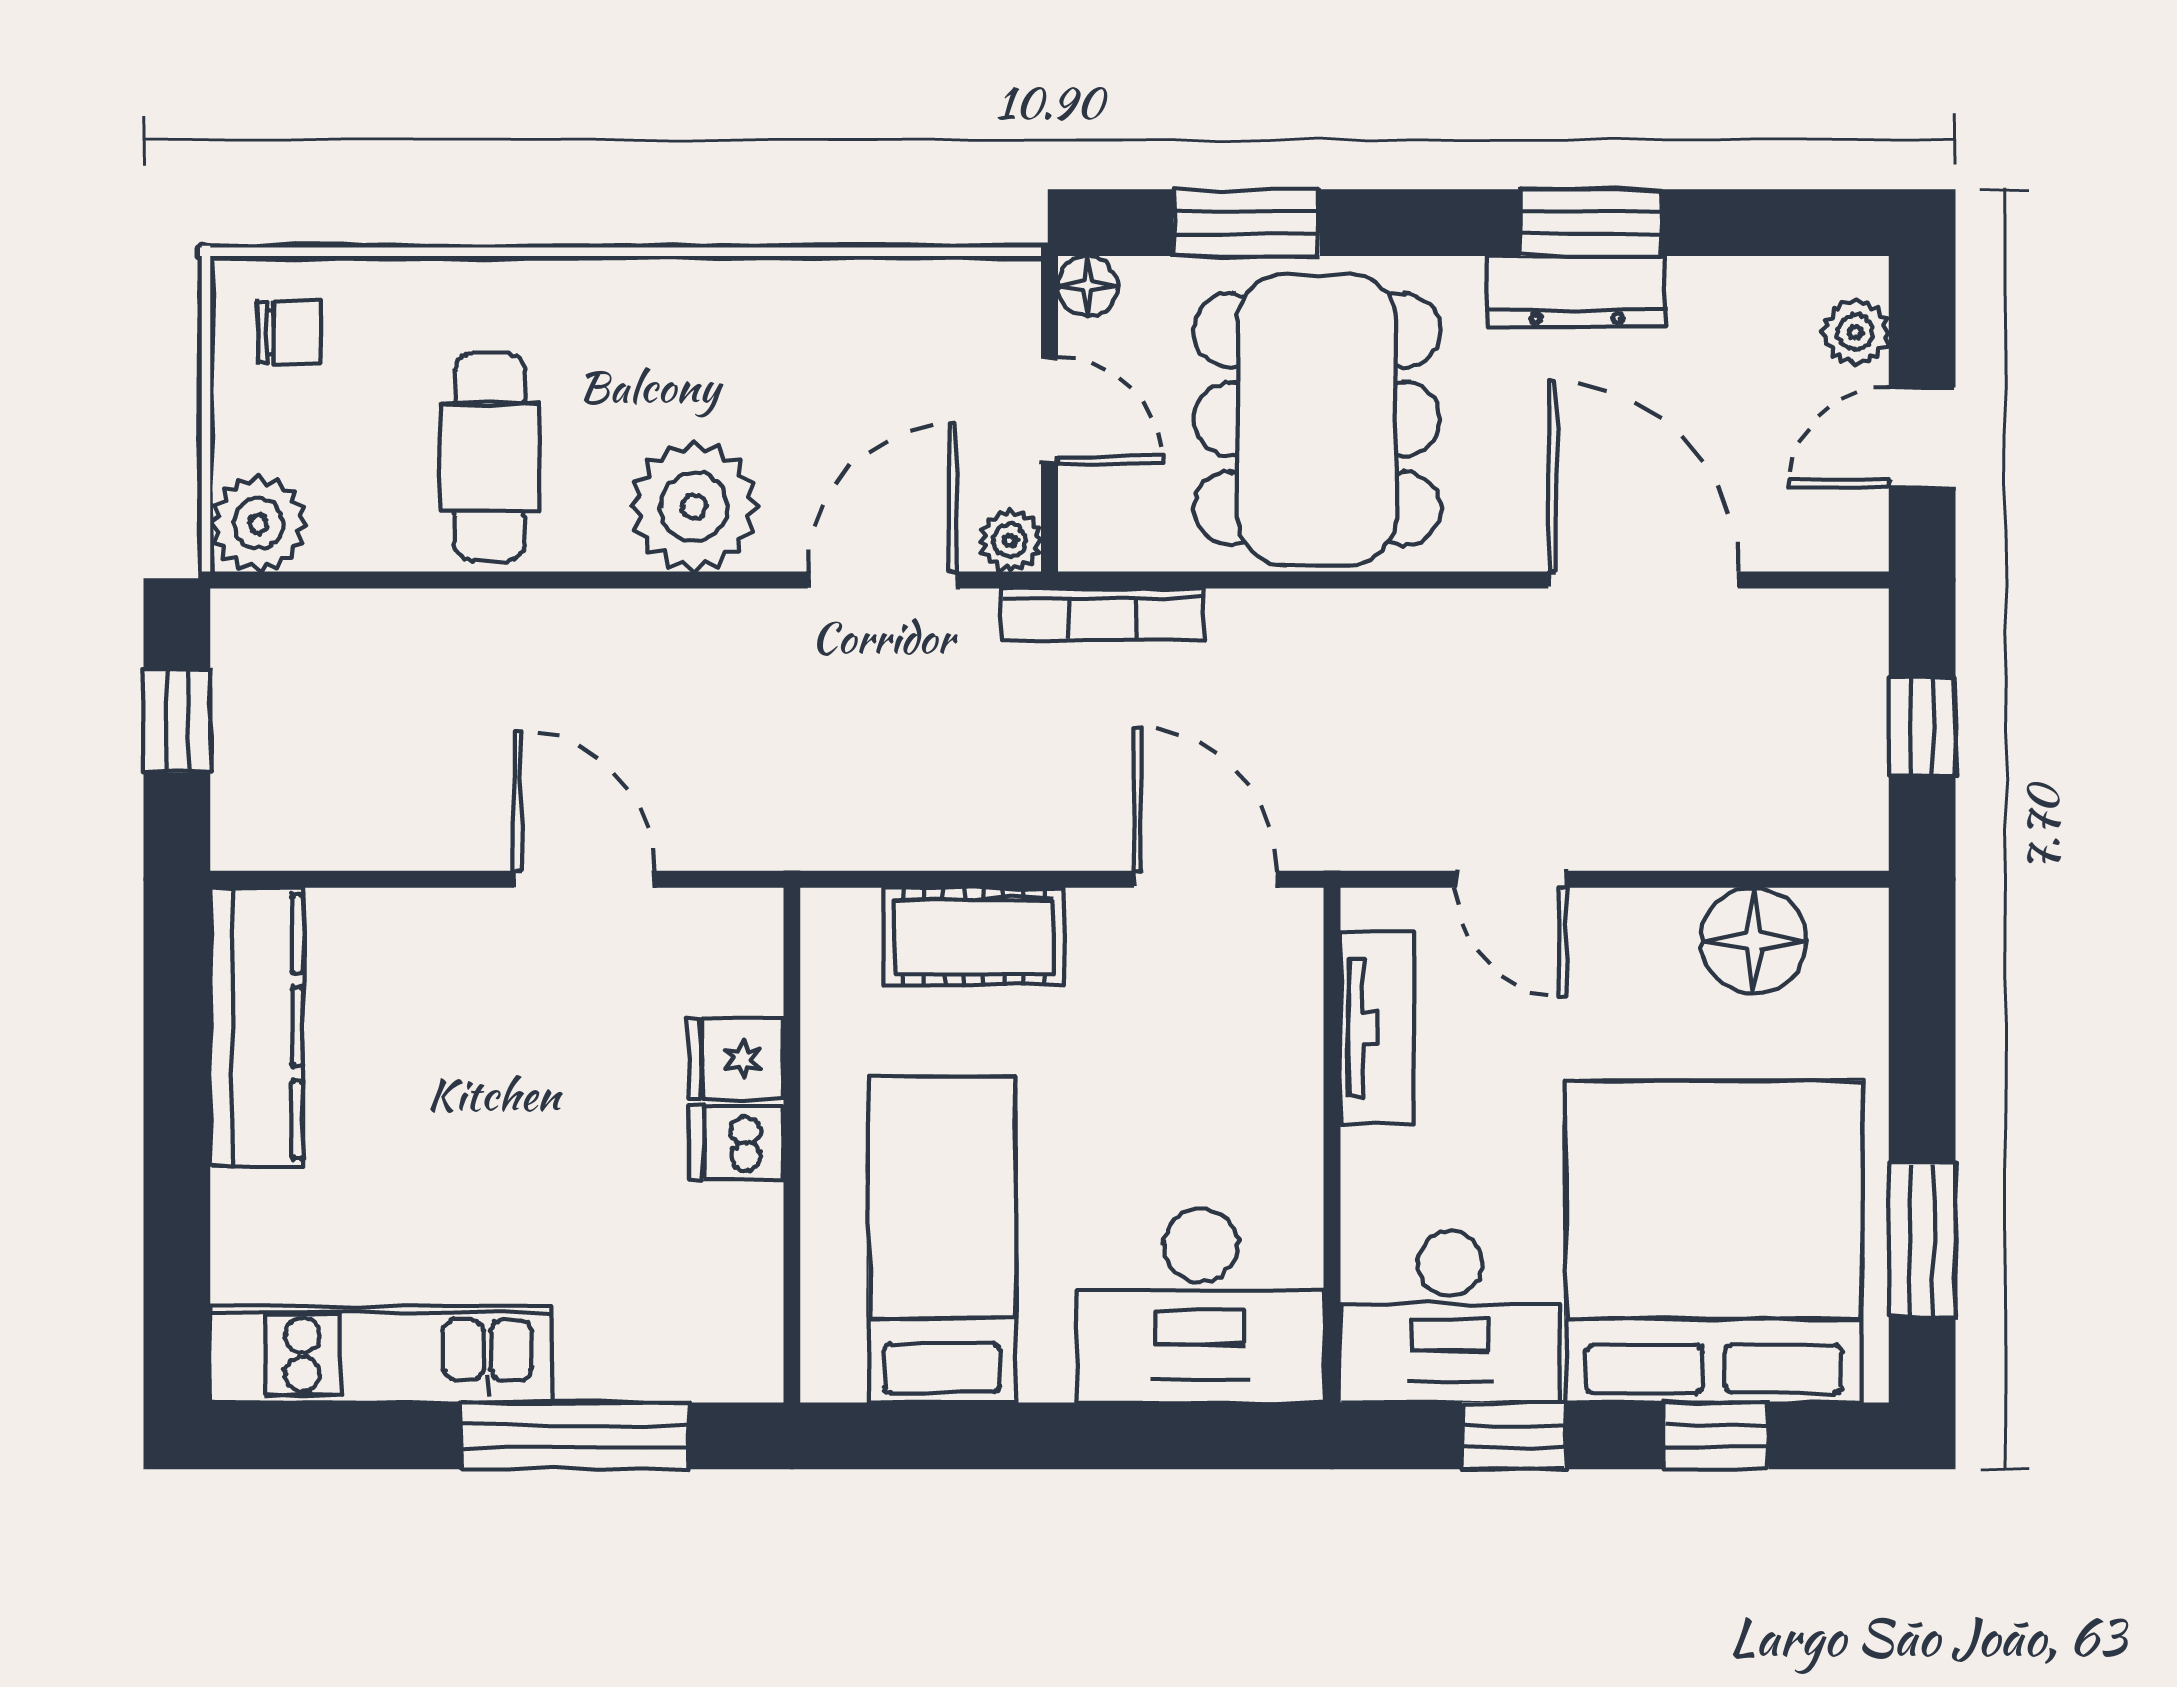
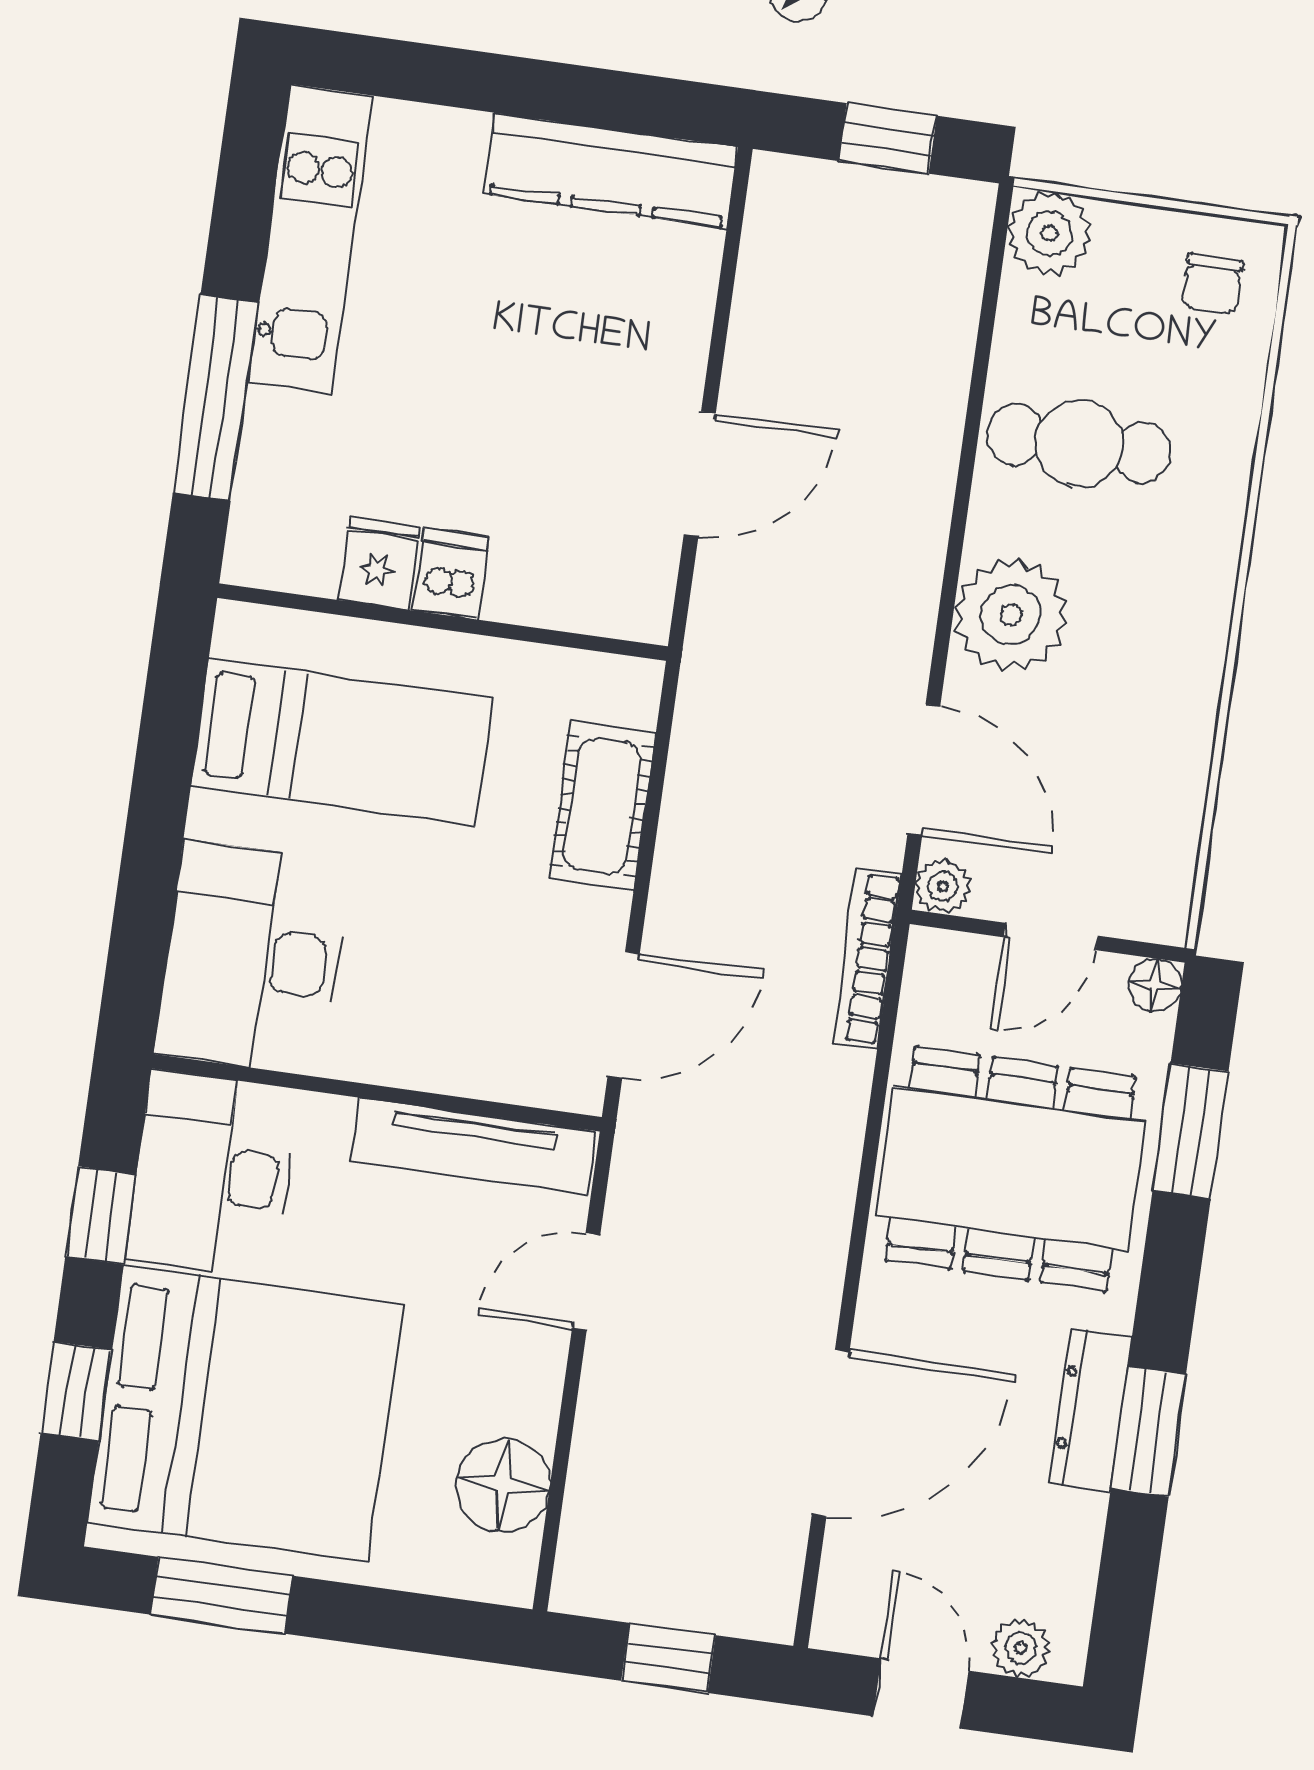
tv unit: (1377, 1028) -> (473, 1146), width x1.41
fridge: (736, 1059) -> (378, 563), moved

